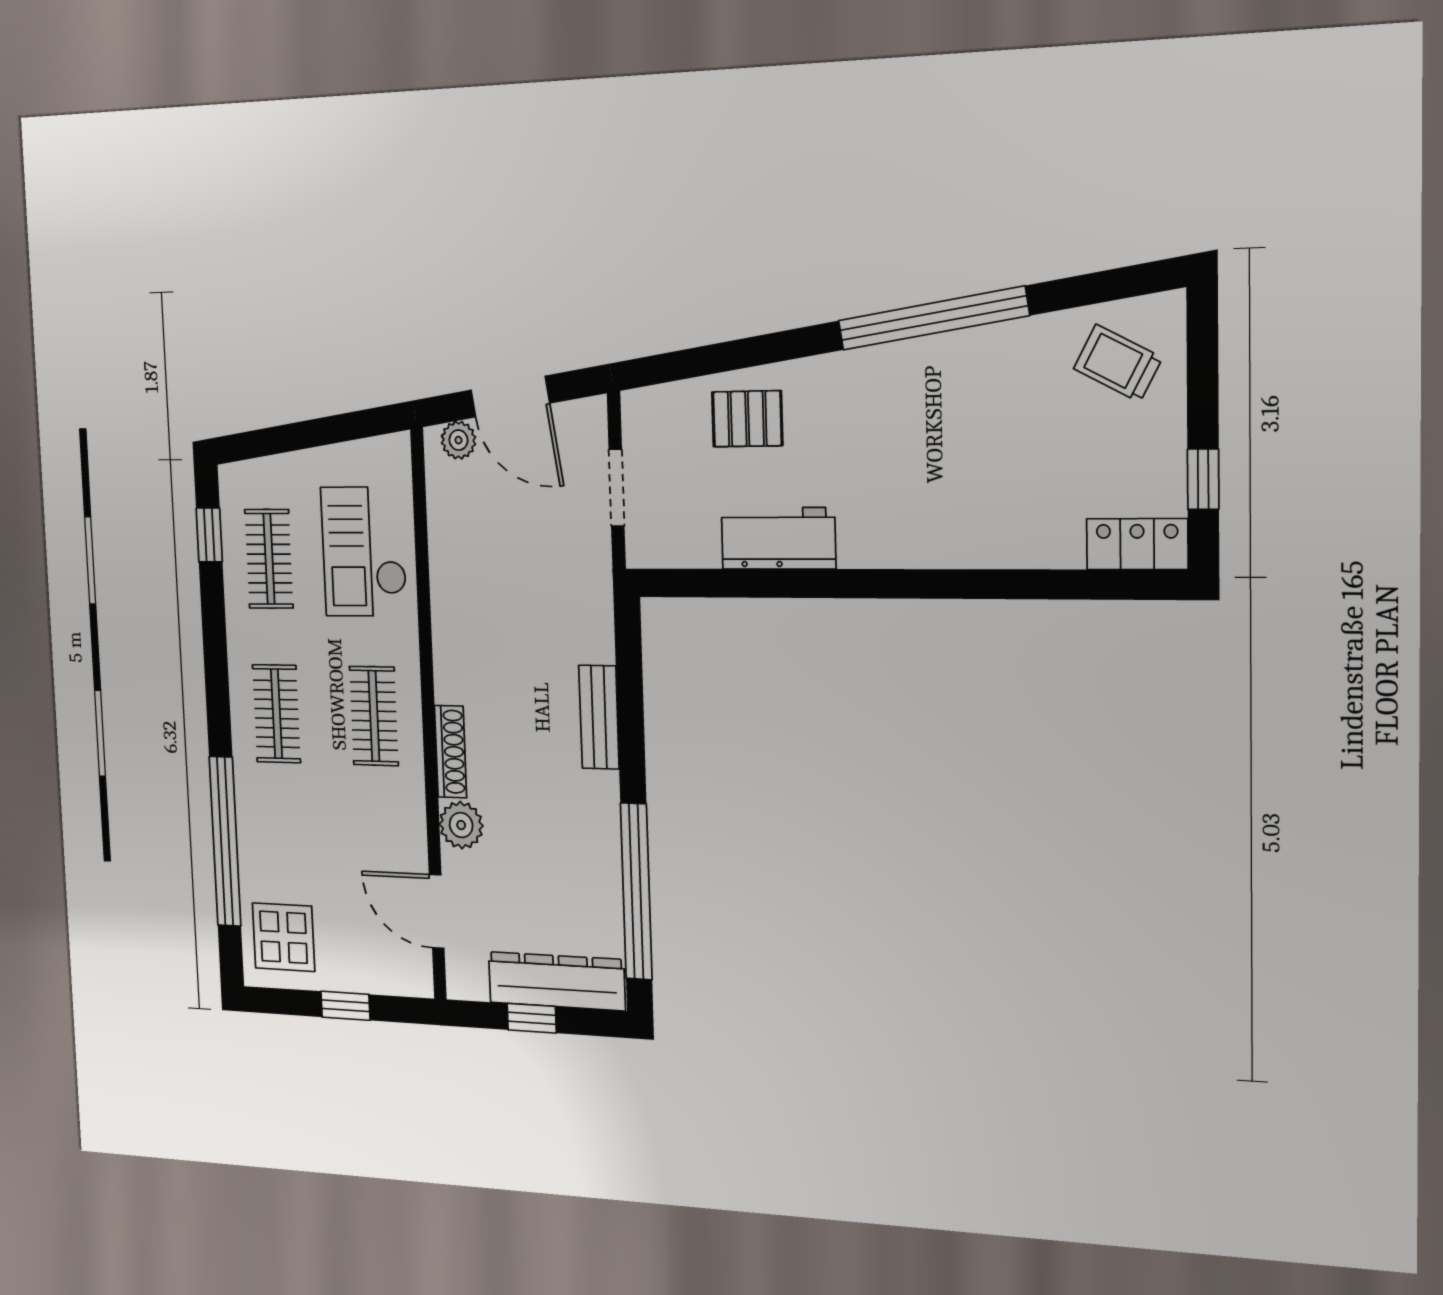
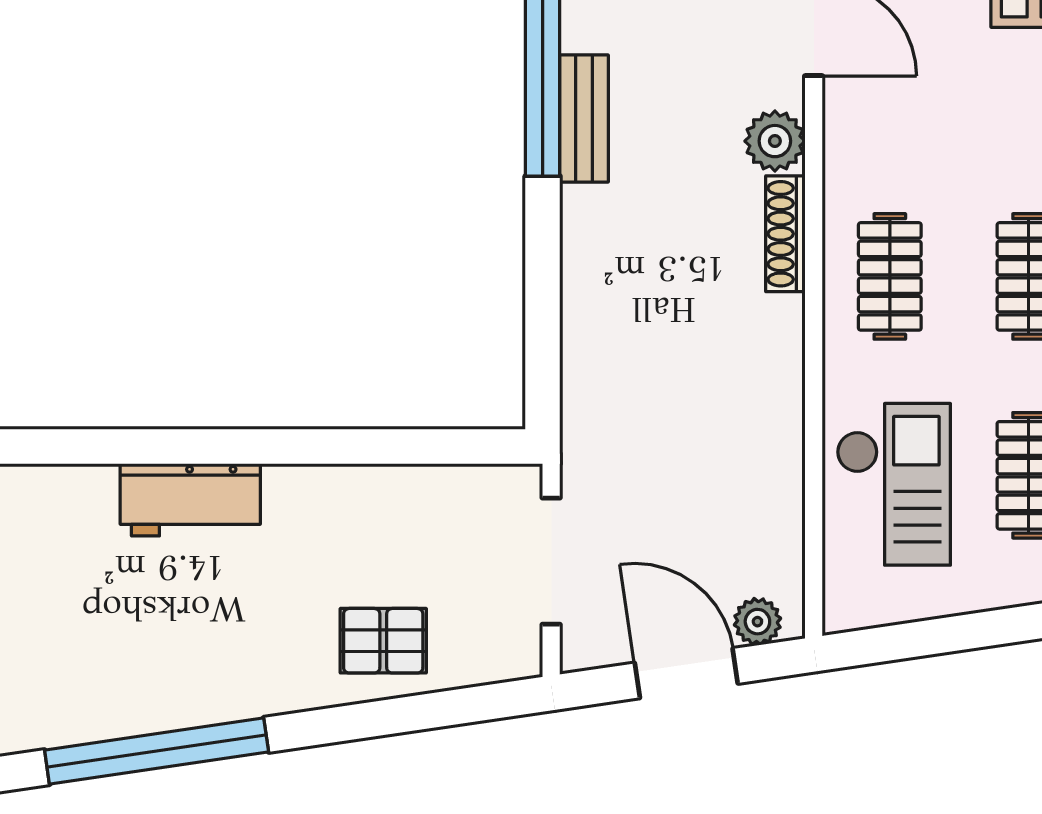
doorway: (617, 488) -> (551, 561), width x1.38
workbench: (778, 538) -> (190, 500), moved
bench: (599, 717) -> (584, 119), moved

